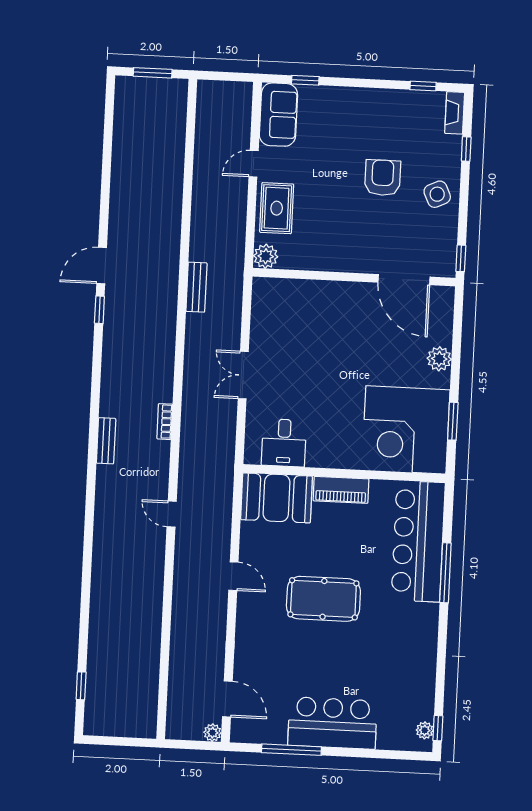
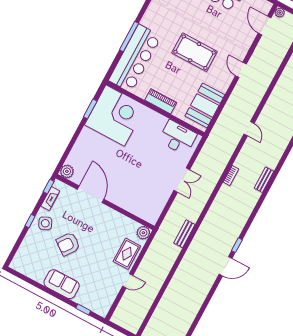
window: (423, 86) -> (27, 279), removed
fireplace: (455, 113) -> (50, 198), moved
sofa: (278, 115) -> (62, 284), moved, turned 90
window: (466, 149) -> (30, 221), moved
armchair: (383, 178) -> (68, 244), turned 36
door: (404, 280) -> (91, 194), moved
plant: (439, 359) -> (67, 171), moved
desk: (284, 443) -> (178, 137), width x1.37
booth: (277, 498) -> (205, 105), moved, turned 90
door: (233, 576) -> (241, 70), moved

